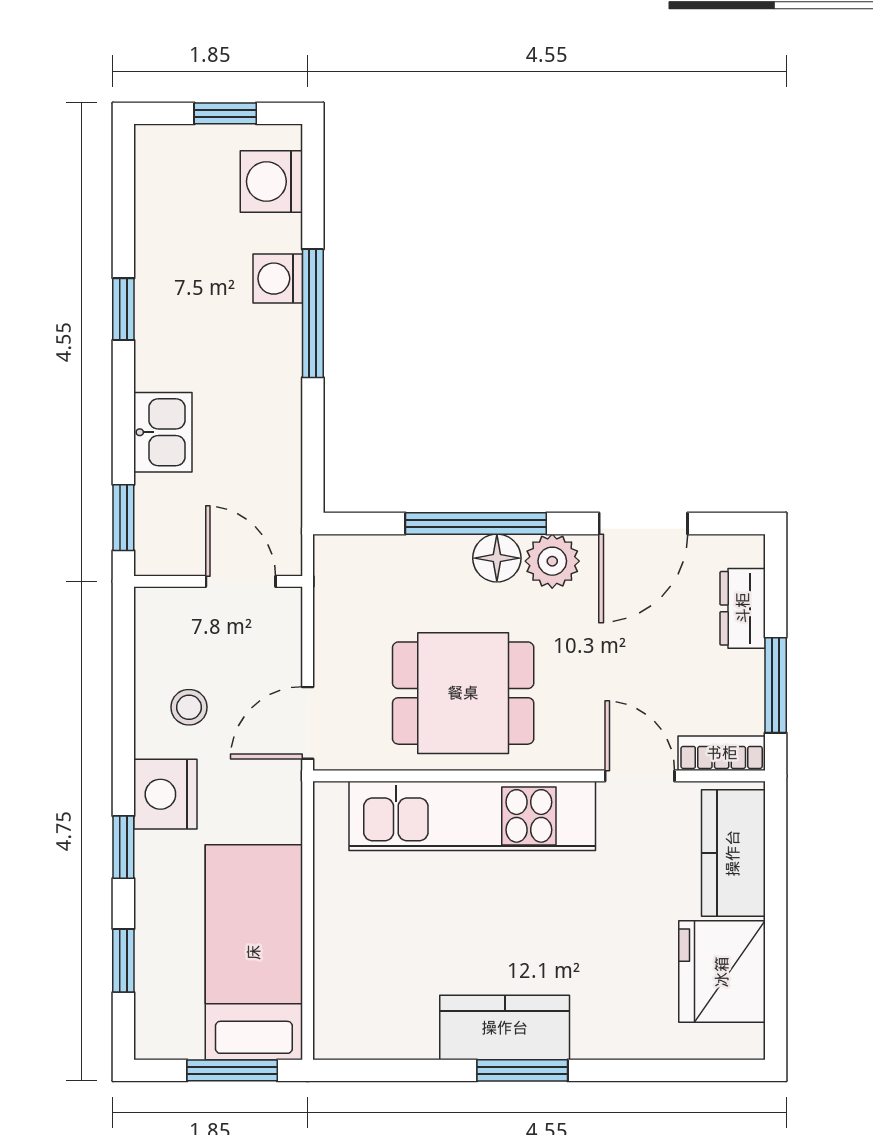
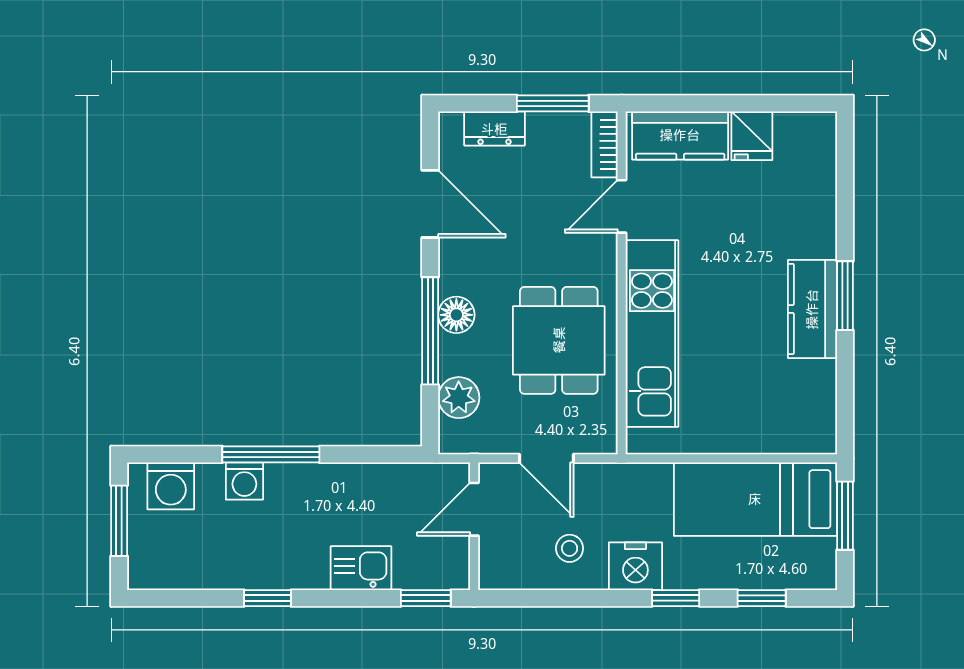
window: (225, 113) -> (119, 521), width x1.50
plant: (552, 561) -> (459, 398), moved
door: (308, 723) -> (546, 458), moved
fridge: (722, 972) -> (752, 136), width x0.53, depth x0.75

